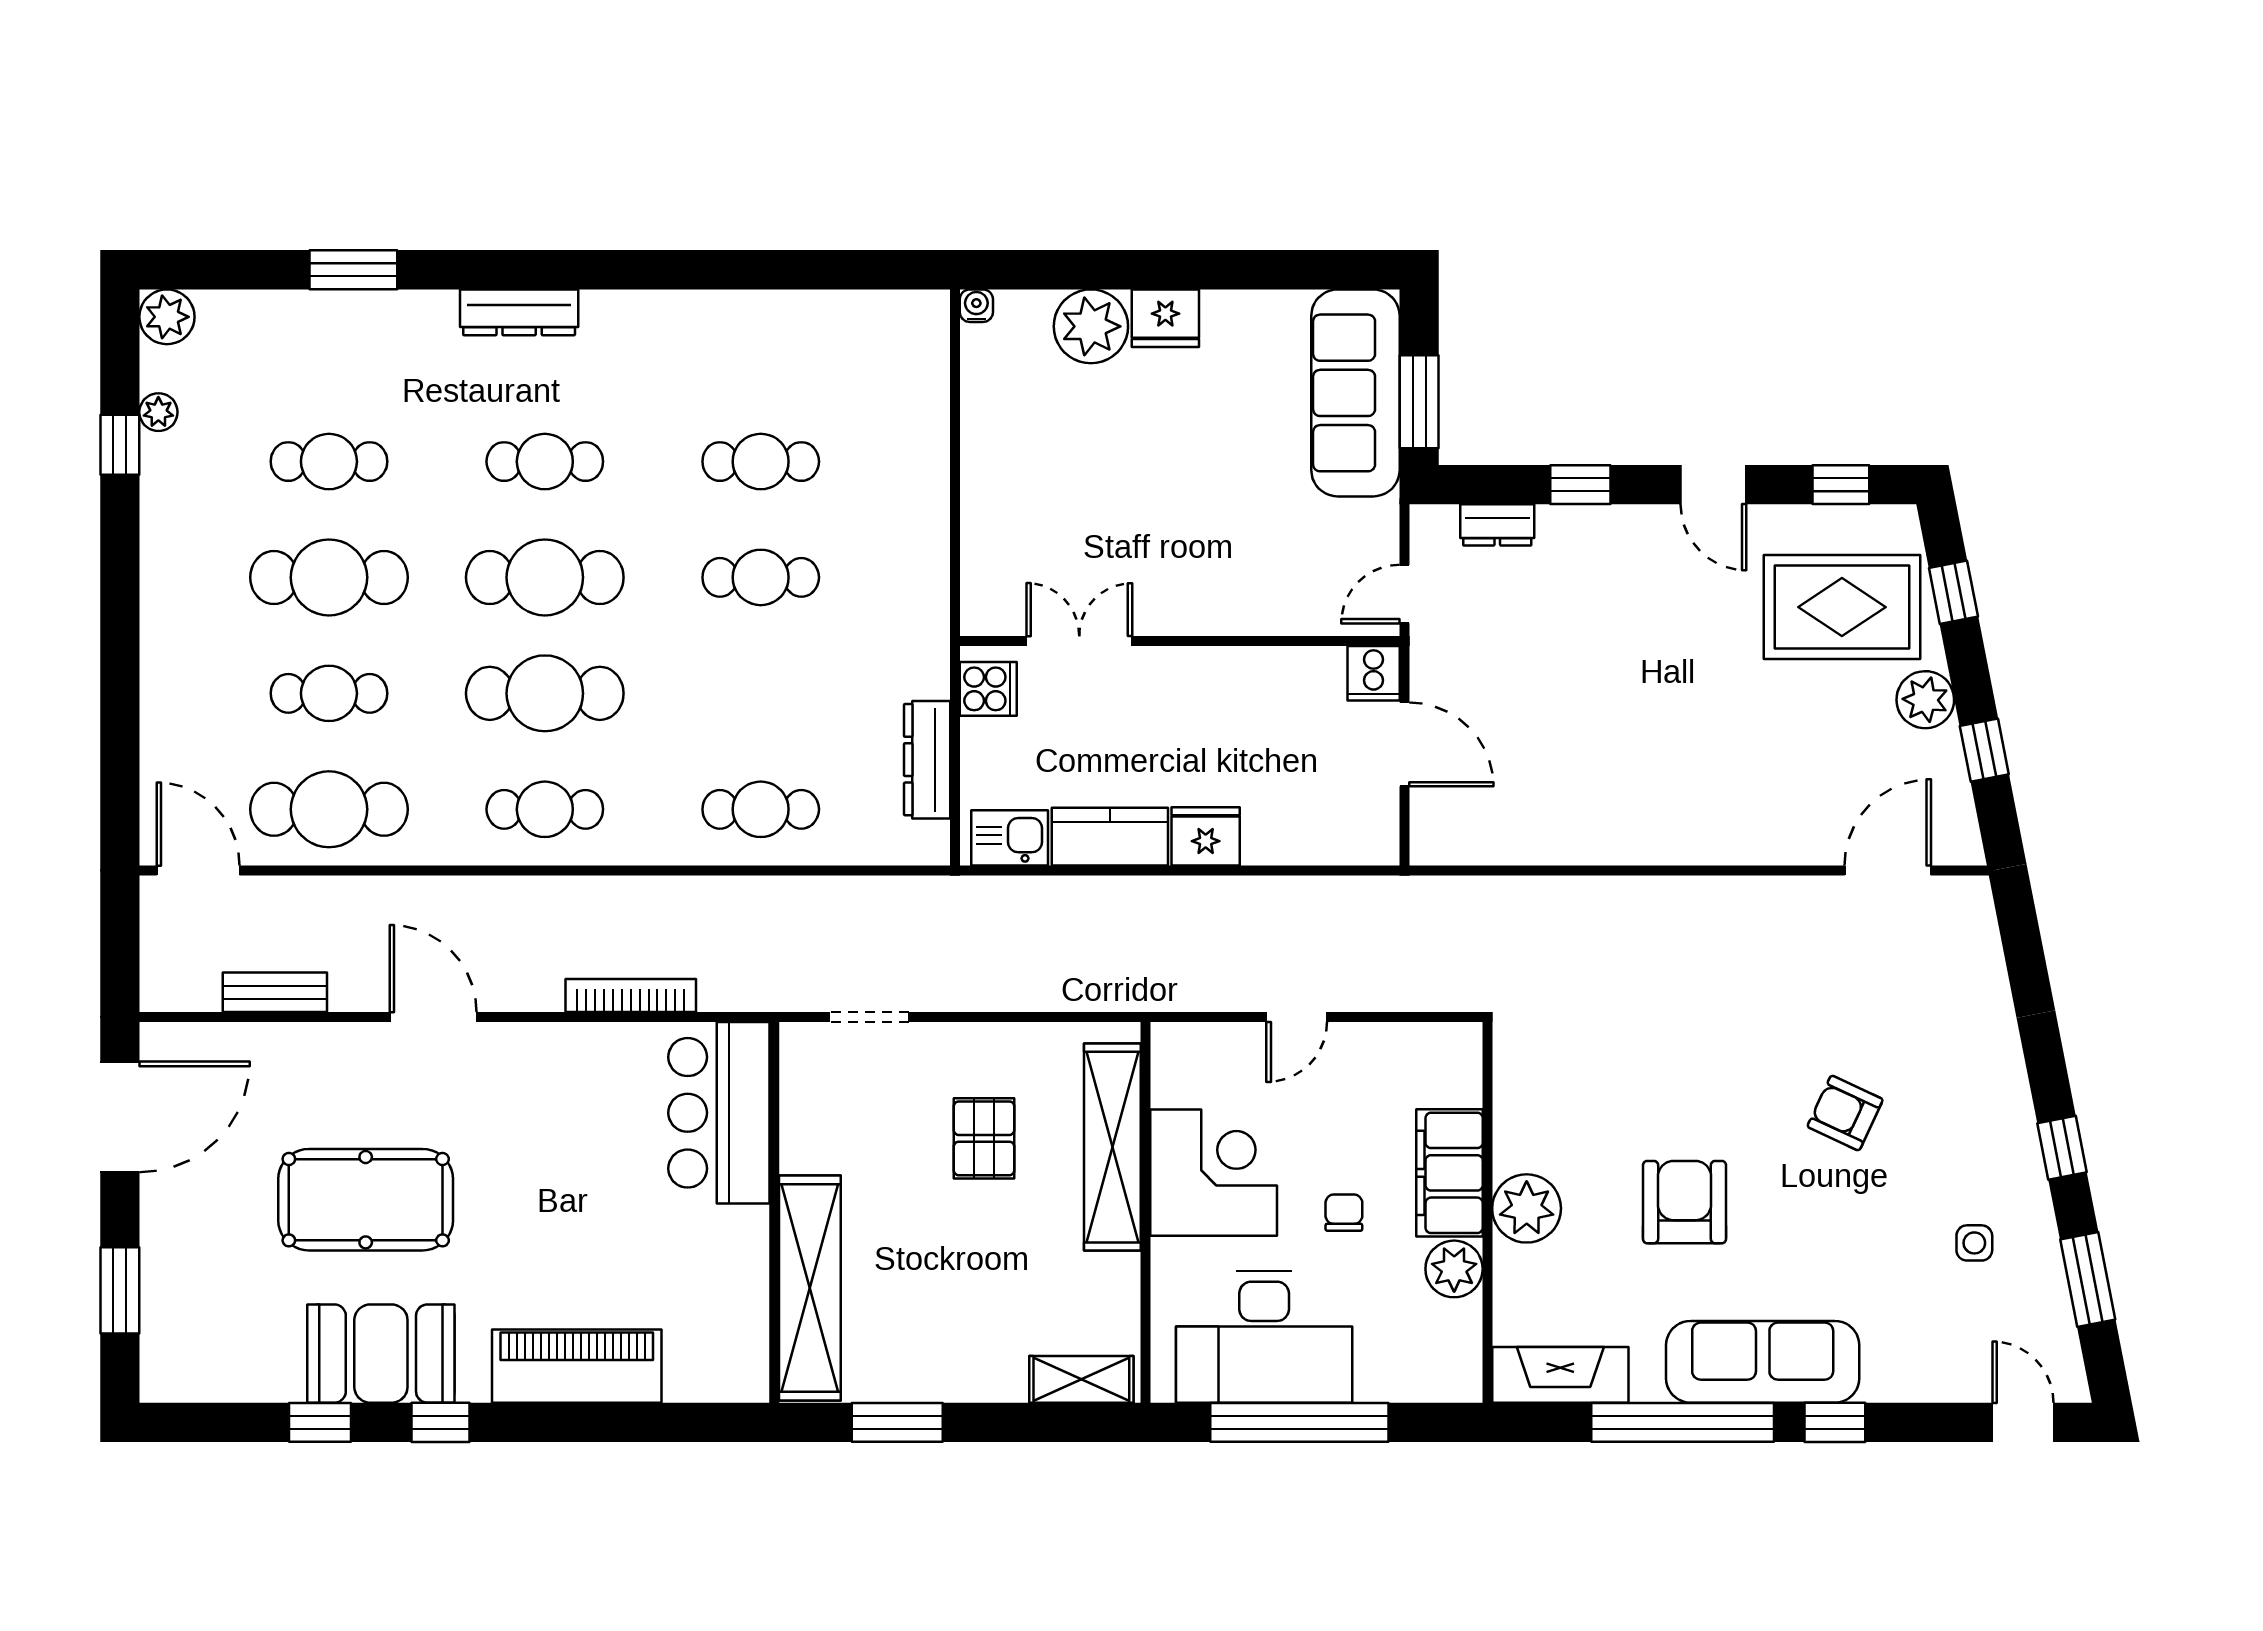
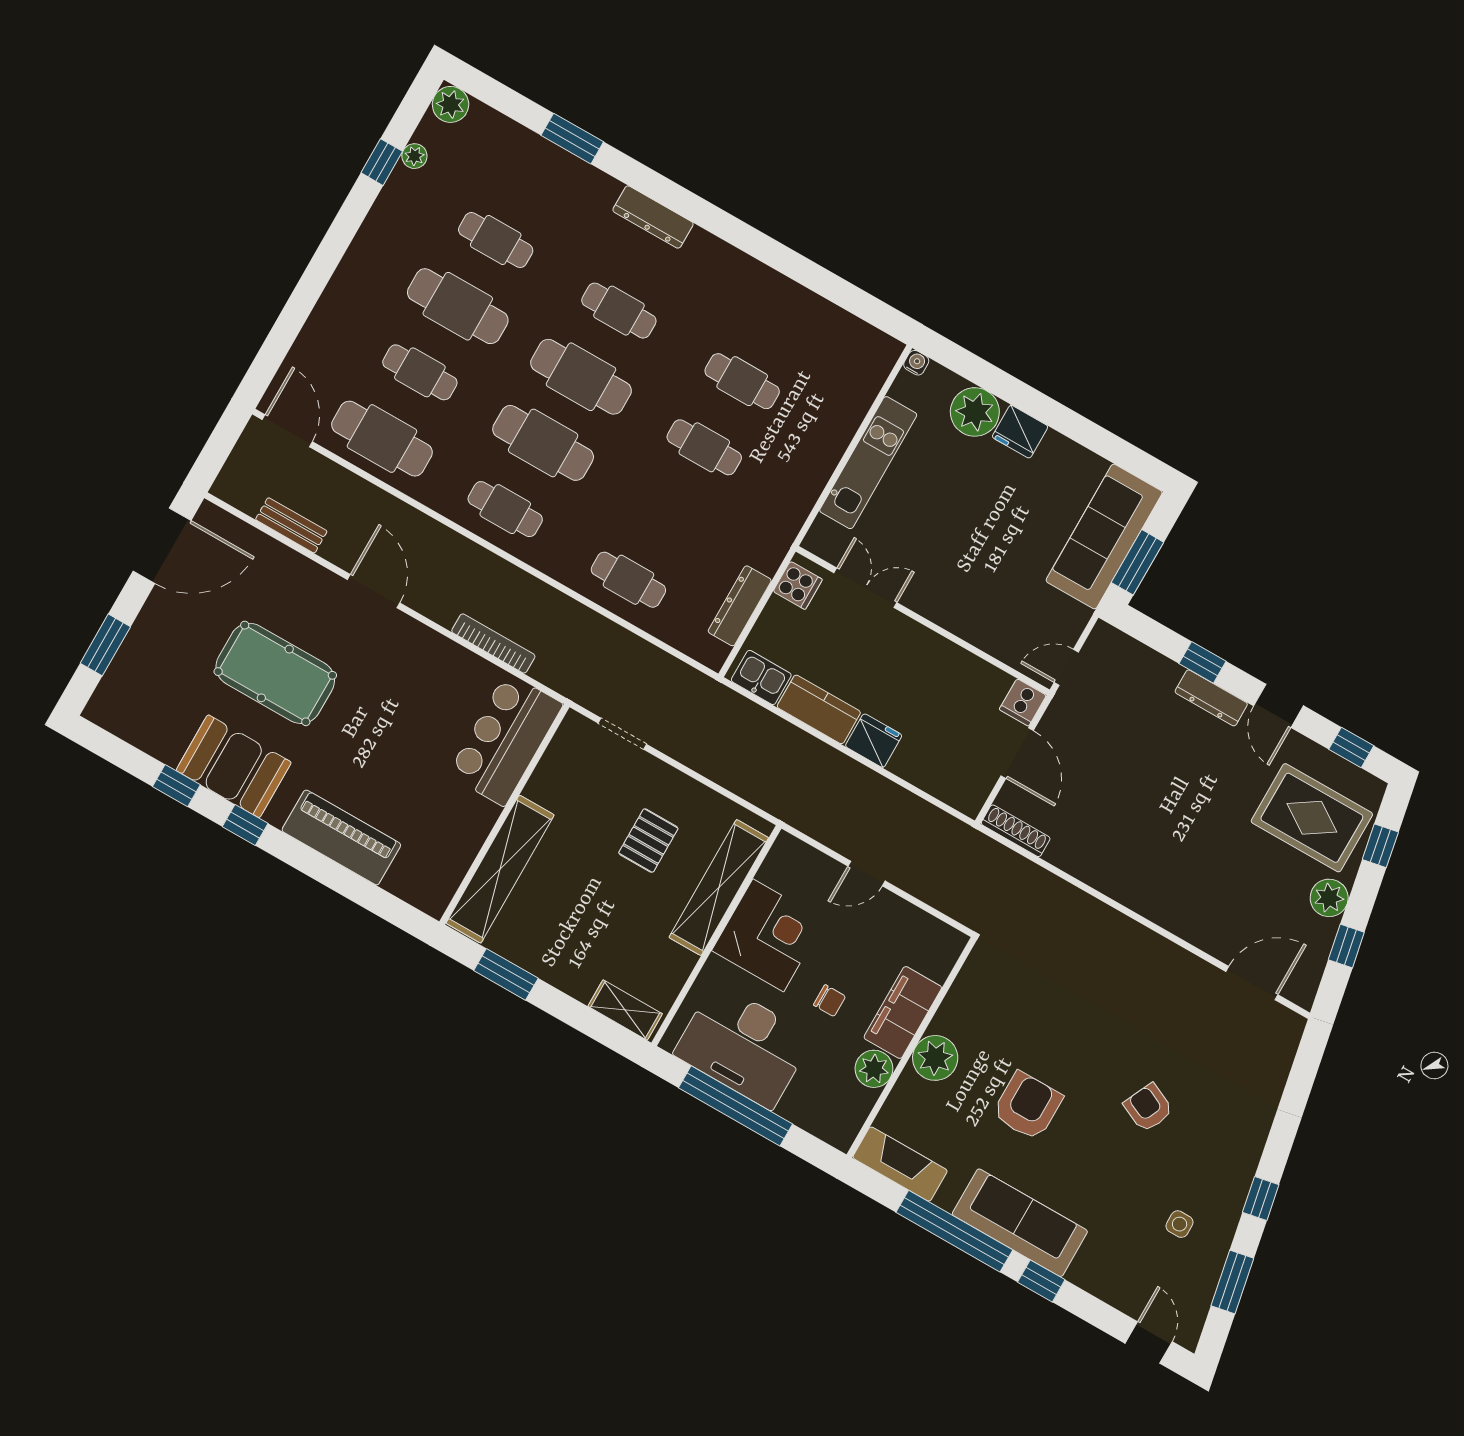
kitchen unit: (989, 474) -> (868, 463), added
dresser: (1497, 525) -> (1211, 698), moved, width x1.44
shoe rack: (1461, 848) -> (1016, 831), added
chair: (1344, 1213) -> (830, 1001), turned 90

